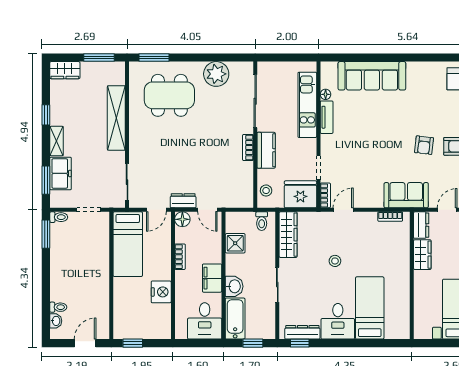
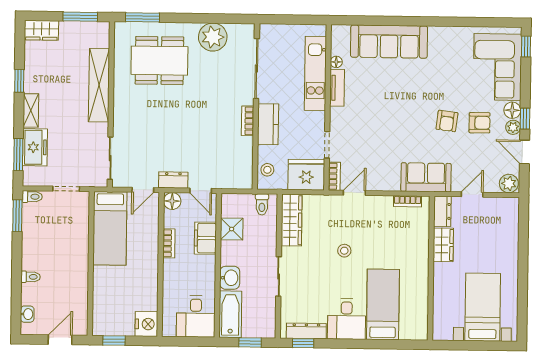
filing cabinet: (212, 278) -> (205, 238), moved
nightstand: (161, 292) -> (146, 324), moved
toilet: (58, 307) -> (31, 277), moved

